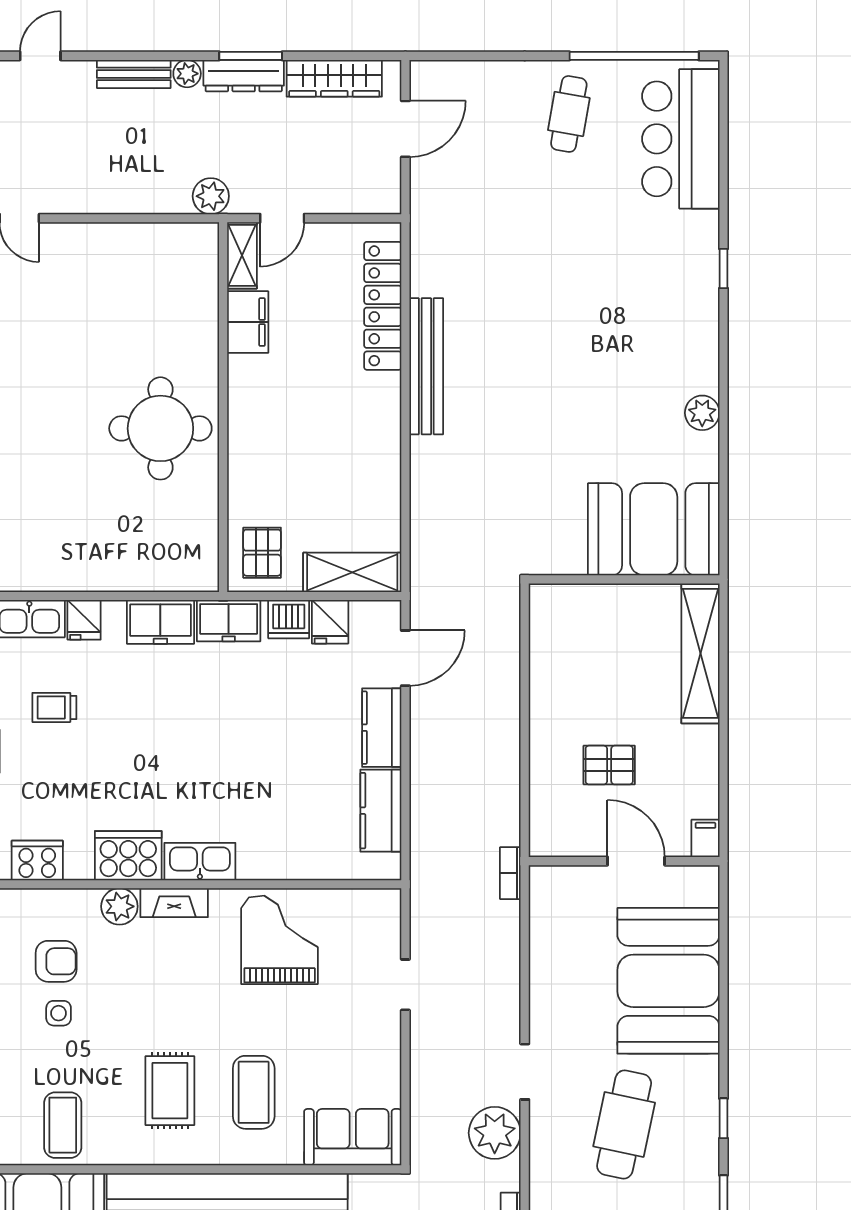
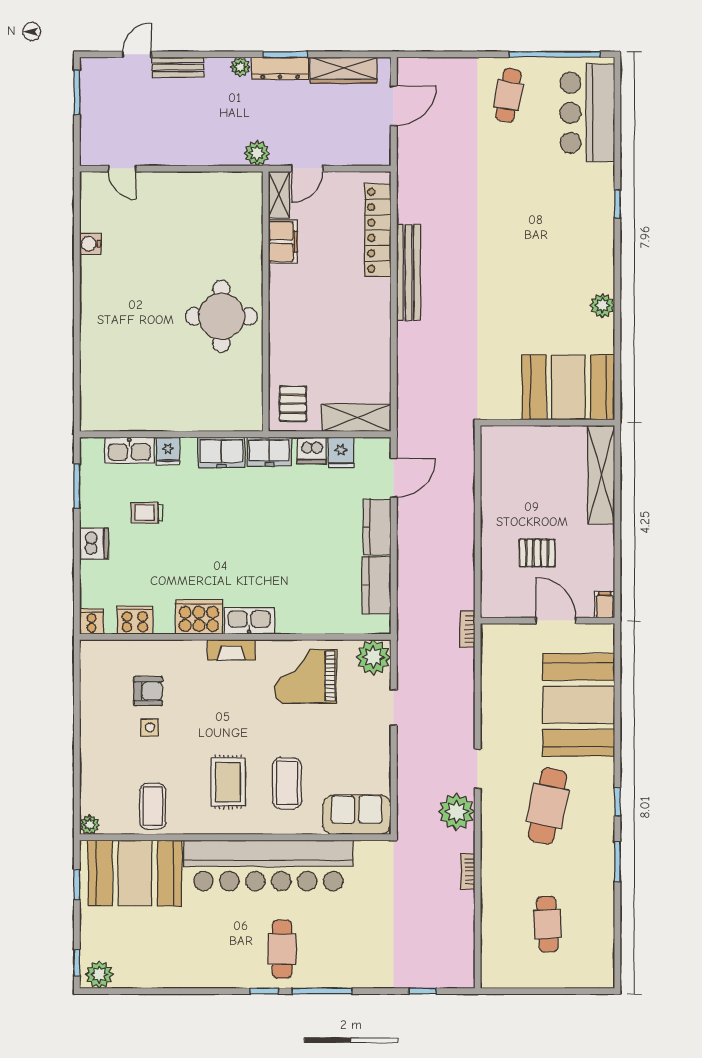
bench: (134, 74) -> (178, 67), moved
plant: (119, 906) -> (373, 657), moved, width x1.36, depth x1.36
grand piano: (280, 940) -> (305, 676), turned -90

